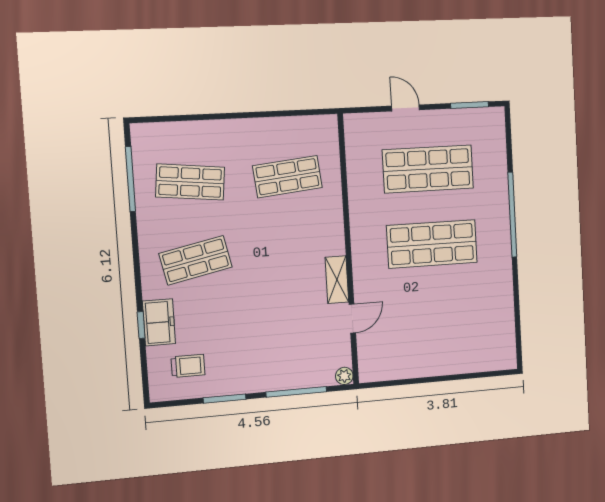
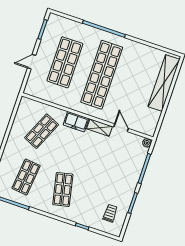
shop shelf: (287, 177) -> (42, 131), turned 30
shop shelf: (432, 244) -> (102, 75), width x1.40
freezer: (159, 322) -> (76, 122), moved, turned 180
shelving: (461, 360) -> (164, 83), added

